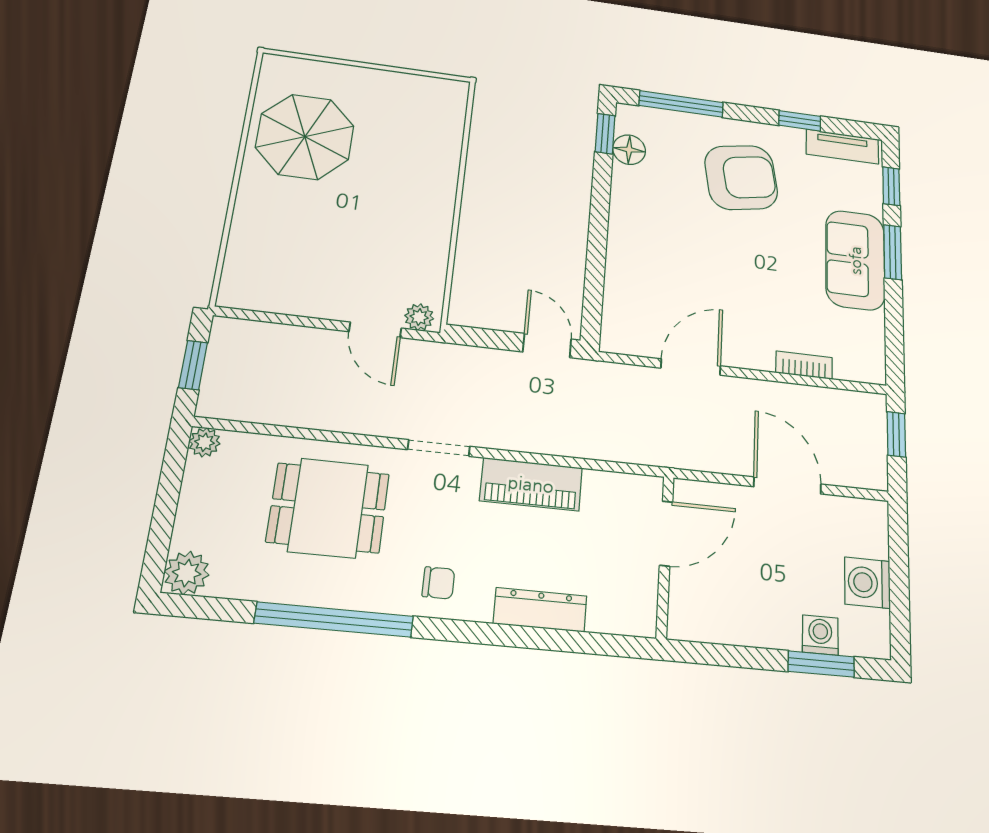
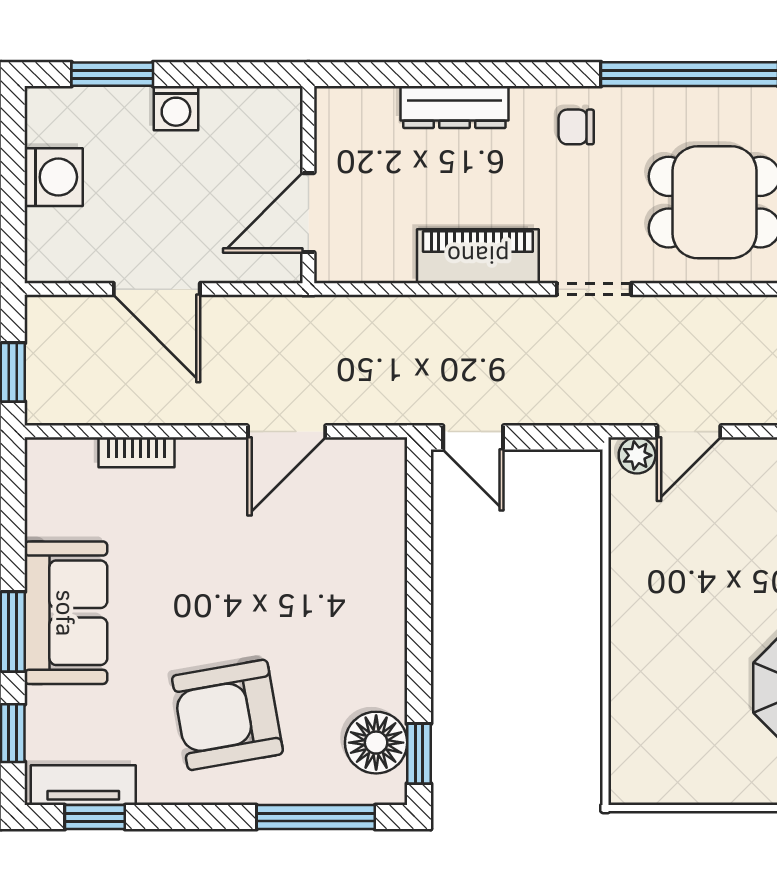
window: (800, 121) -> (95, 817), moved
floor lamp: (629, 150) -> (376, 743), width x1.38, depth x1.38
door: (375, 330) -> (689, 431), swing flipped
washing machine: (820, 635) -> (176, 108), moved

